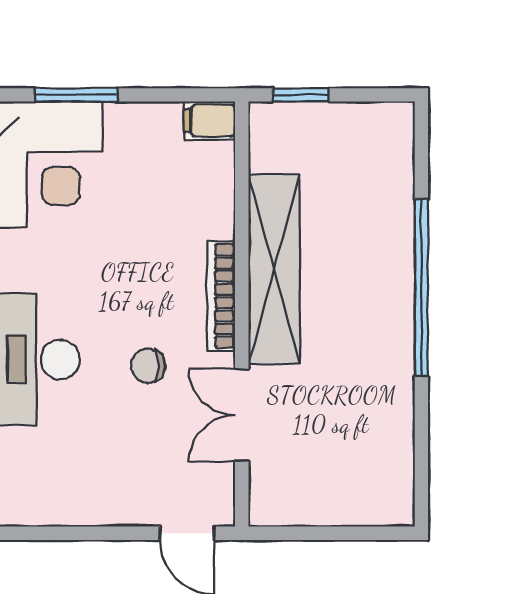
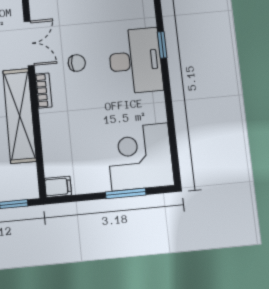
bookcase: (221, 296) -> (44, 91), width x0.64

